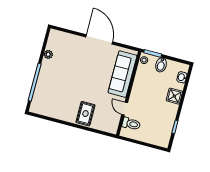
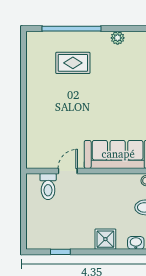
rug: (85, 114) -> (73, 63), moved

